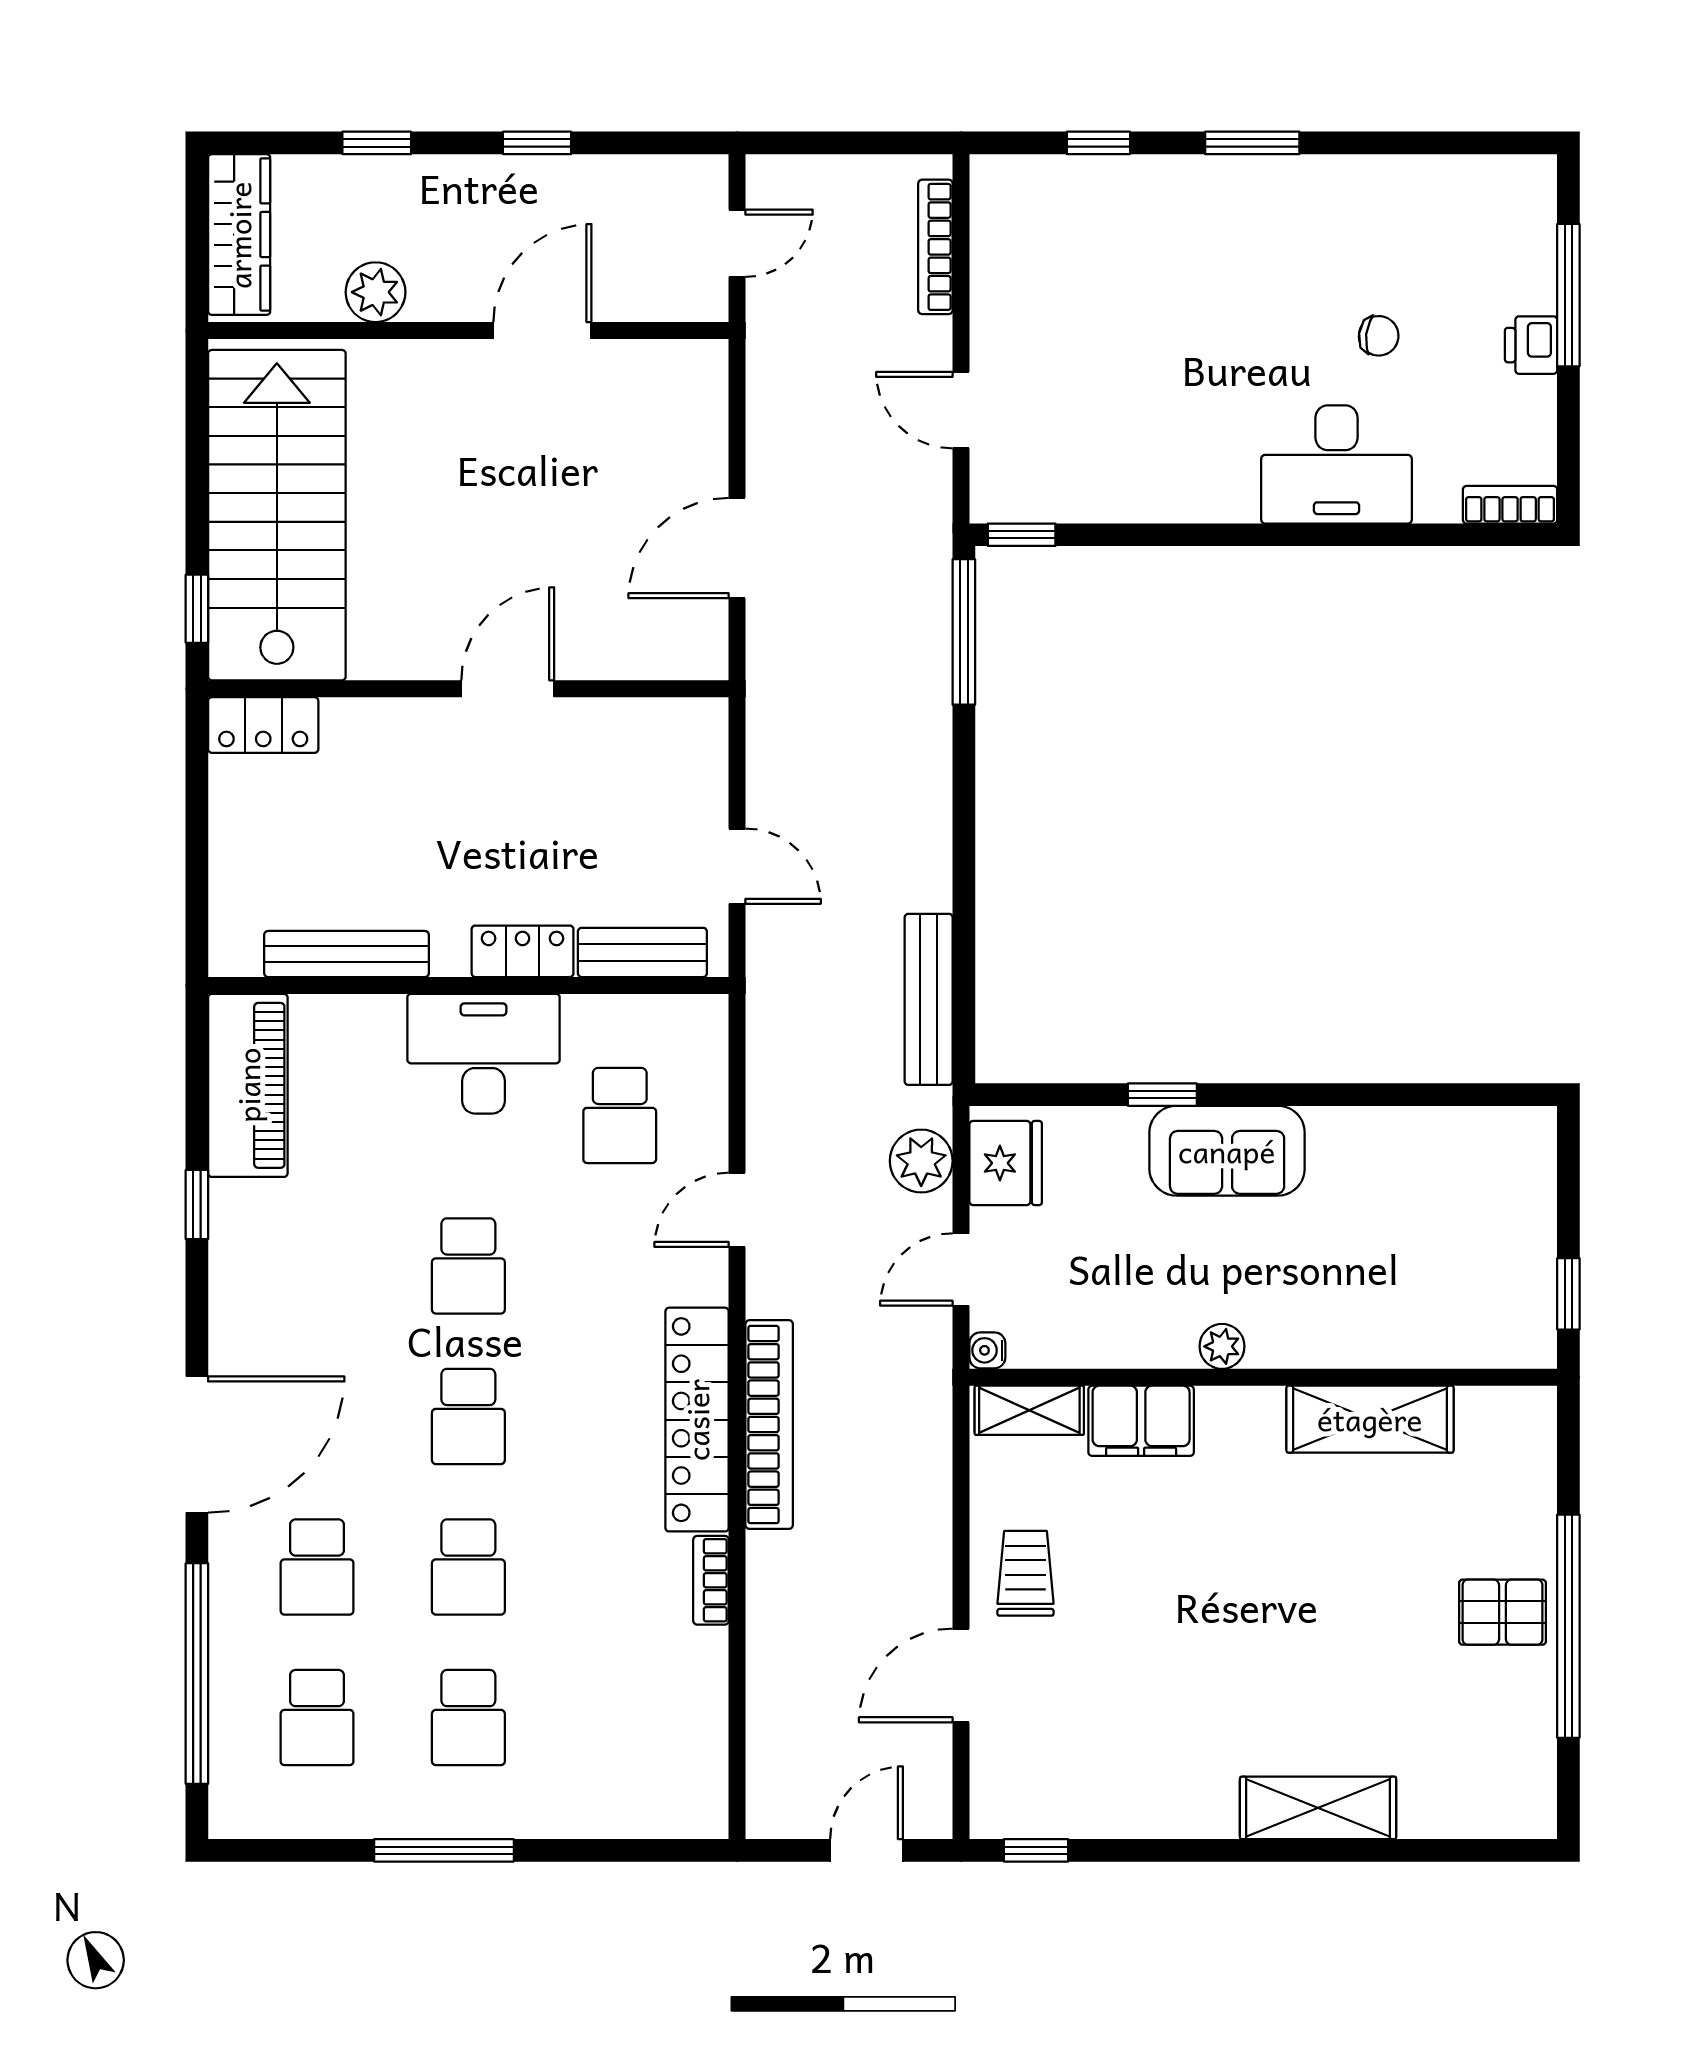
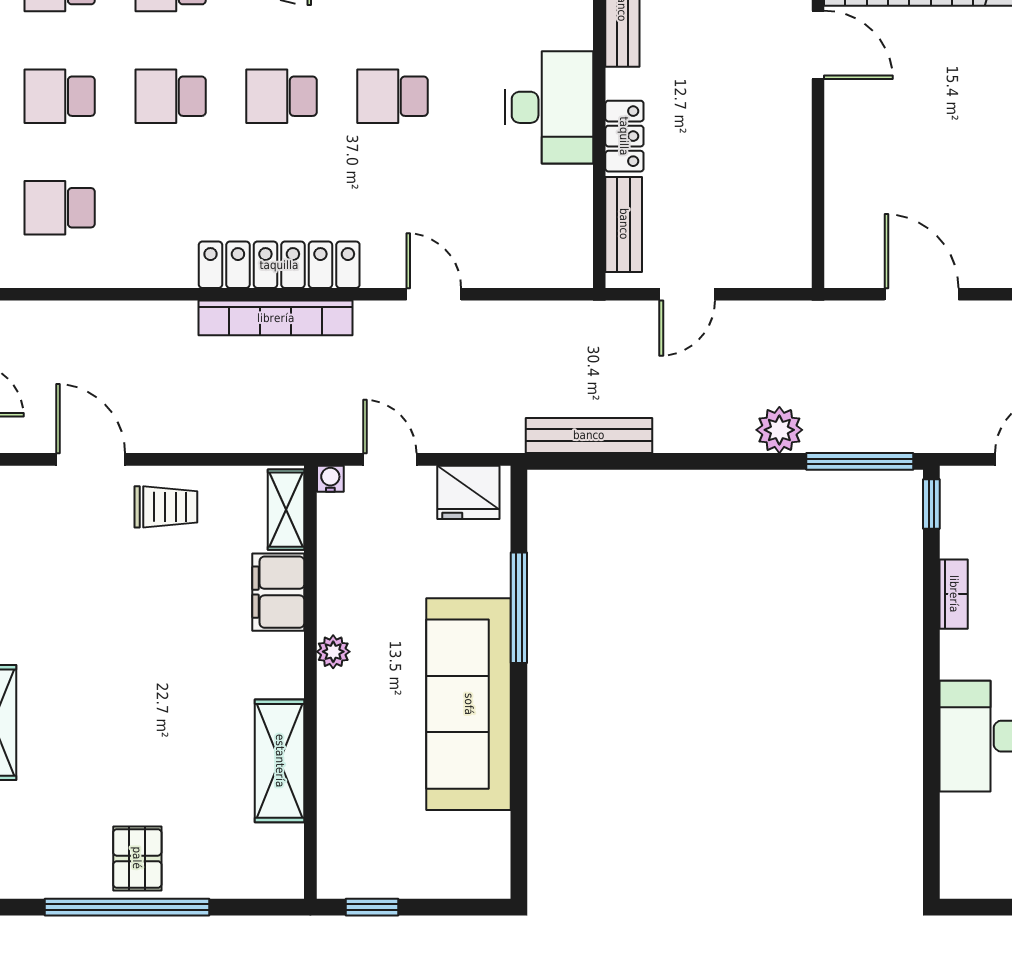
bookcase: (1510, 505) -> (954, 594), moved
door: (508, 689) -> (818, 45), moved
window: (1162, 1095) -> (519, 608), width x2.17
school desk: (620, 1115) -> (60, 208), moved
sofa: (1227, 1151) -> (469, 704), width x1.85, depth x1.27
plant: (921, 1161) -> (779, 430), moved
bookcase: (711, 1580) -> (161, 275), removed

